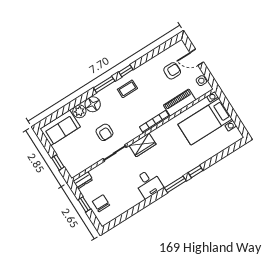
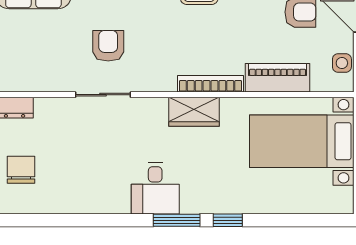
armchair: (104, 132) -> (108, 46), turned 180
wardrobe: (143, 145) -> (194, 112), moved
desk: (148, 184) -> (155, 188), moved

